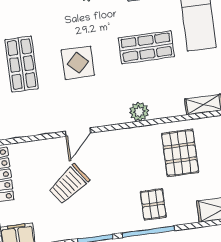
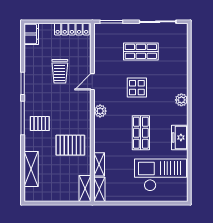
plant: (139, 112) -> (100, 111), moved
door: (78, 132) -> (92, 82), hinge flipped
trolley: (69, 184) -> (60, 71), turned -144

